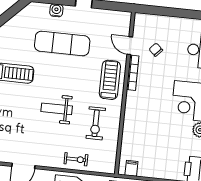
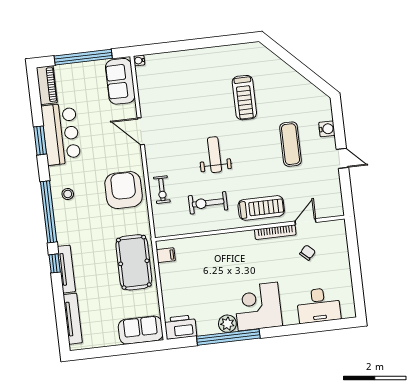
exercise mat: (62, 43) -> (290, 144), width x0.73, depth x0.69

